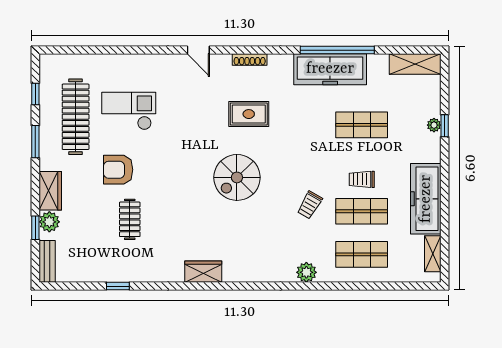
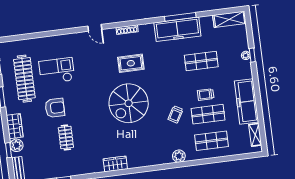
window: (337, 50) -> (180, 17), width x0.68
armchair: (118, 170) -> (55, 108), turned 180
spiral stairs: (237, 177) -> (129, 103), width x1.37, depth x1.37

